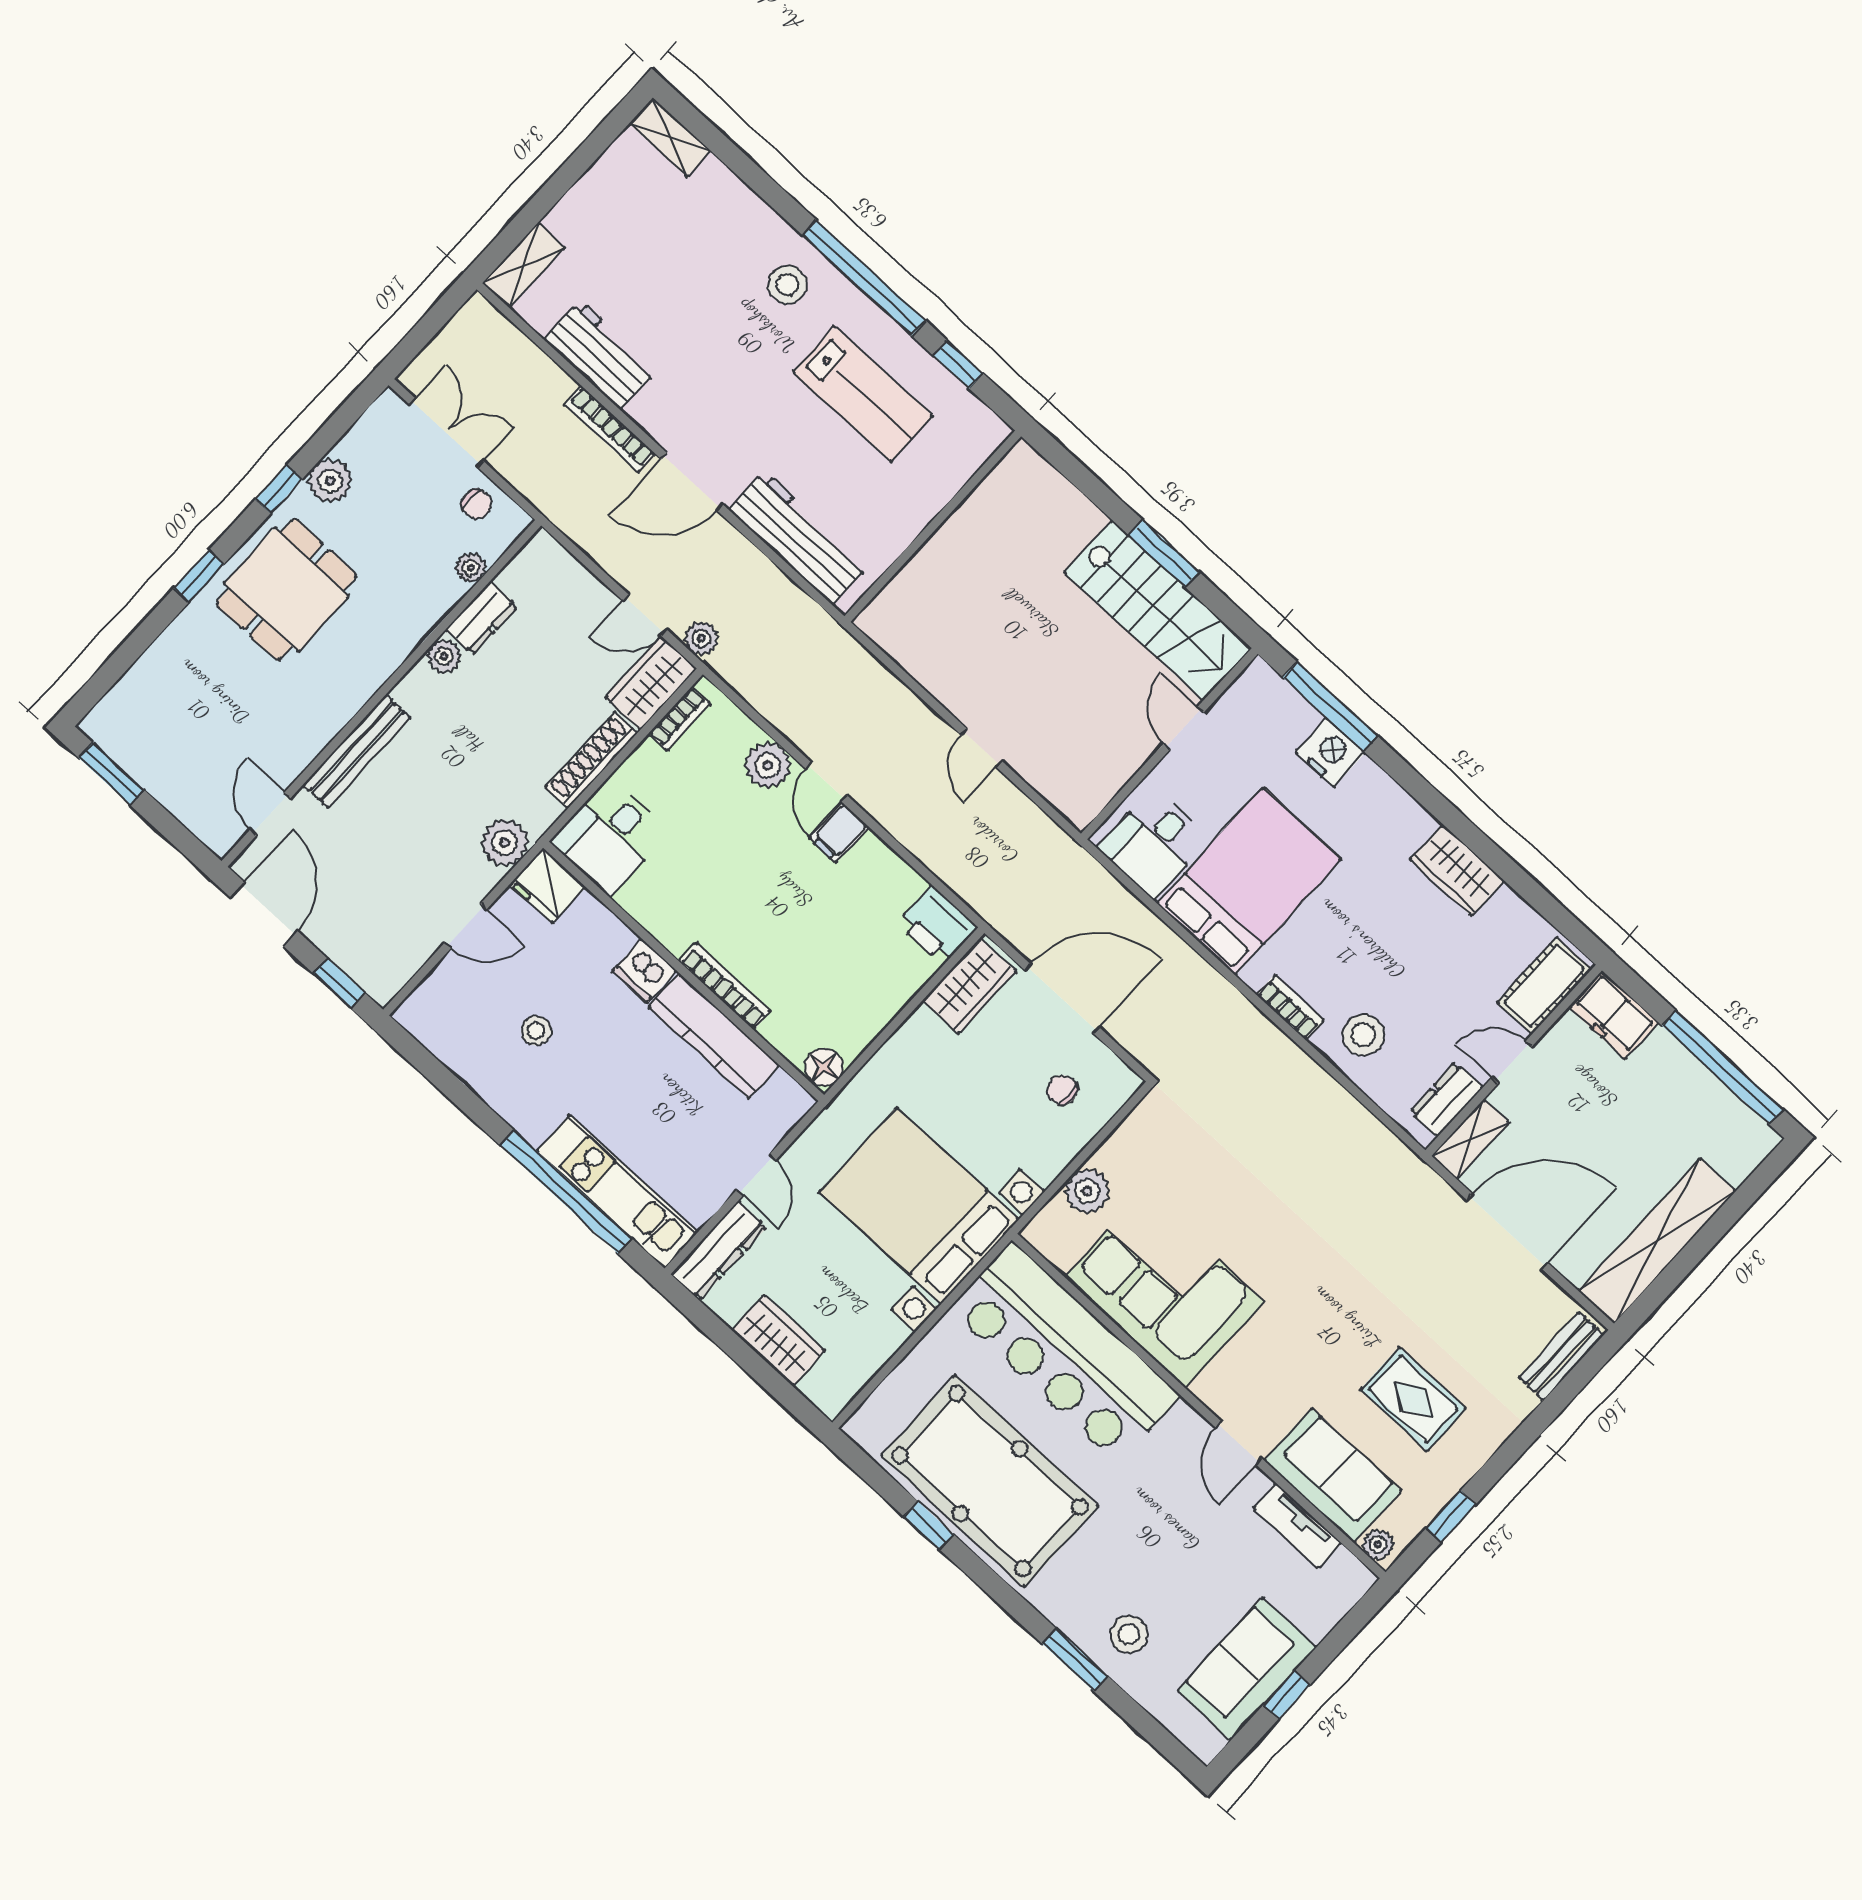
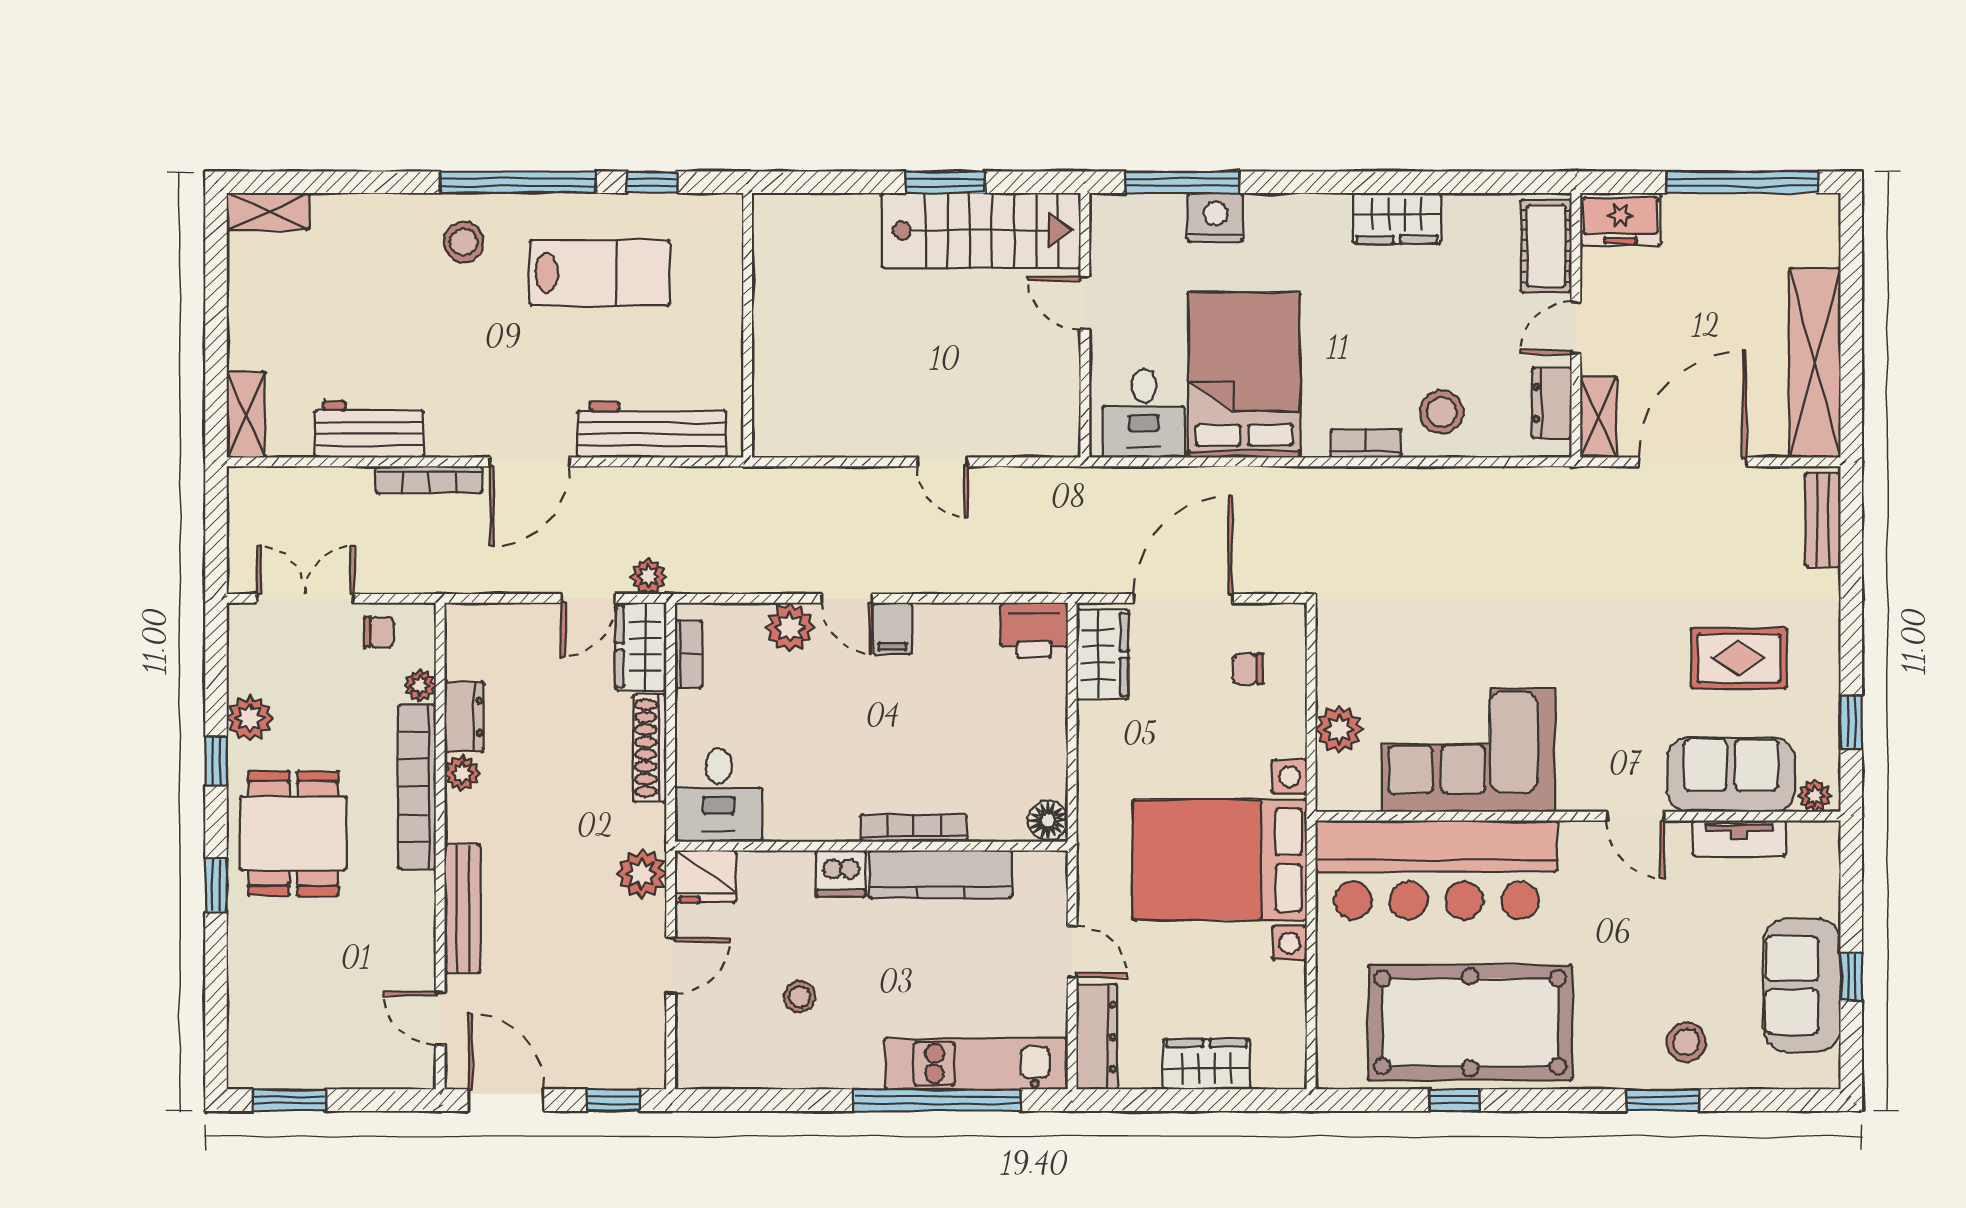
bookcase: (403, 637) -> (417, 787), added

